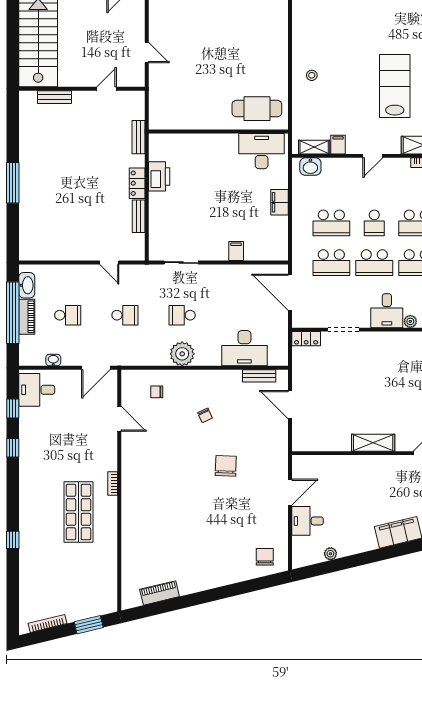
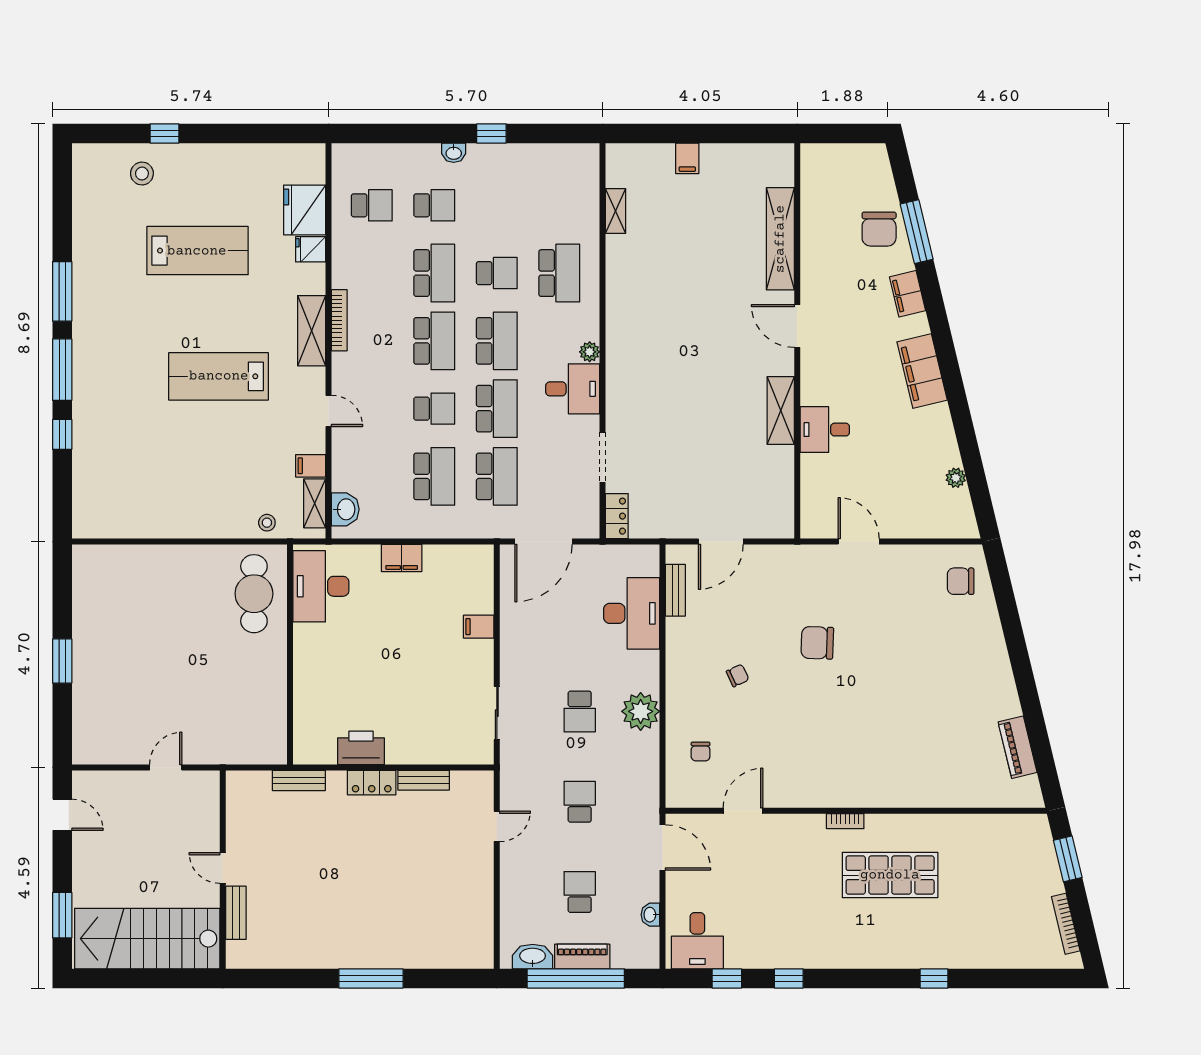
stool: (312, 75) -> (267, 523), moved
door: (107, 89) -> (223, 868), moved
desk: (307, 521) -> (825, 430), moved, turned 90

